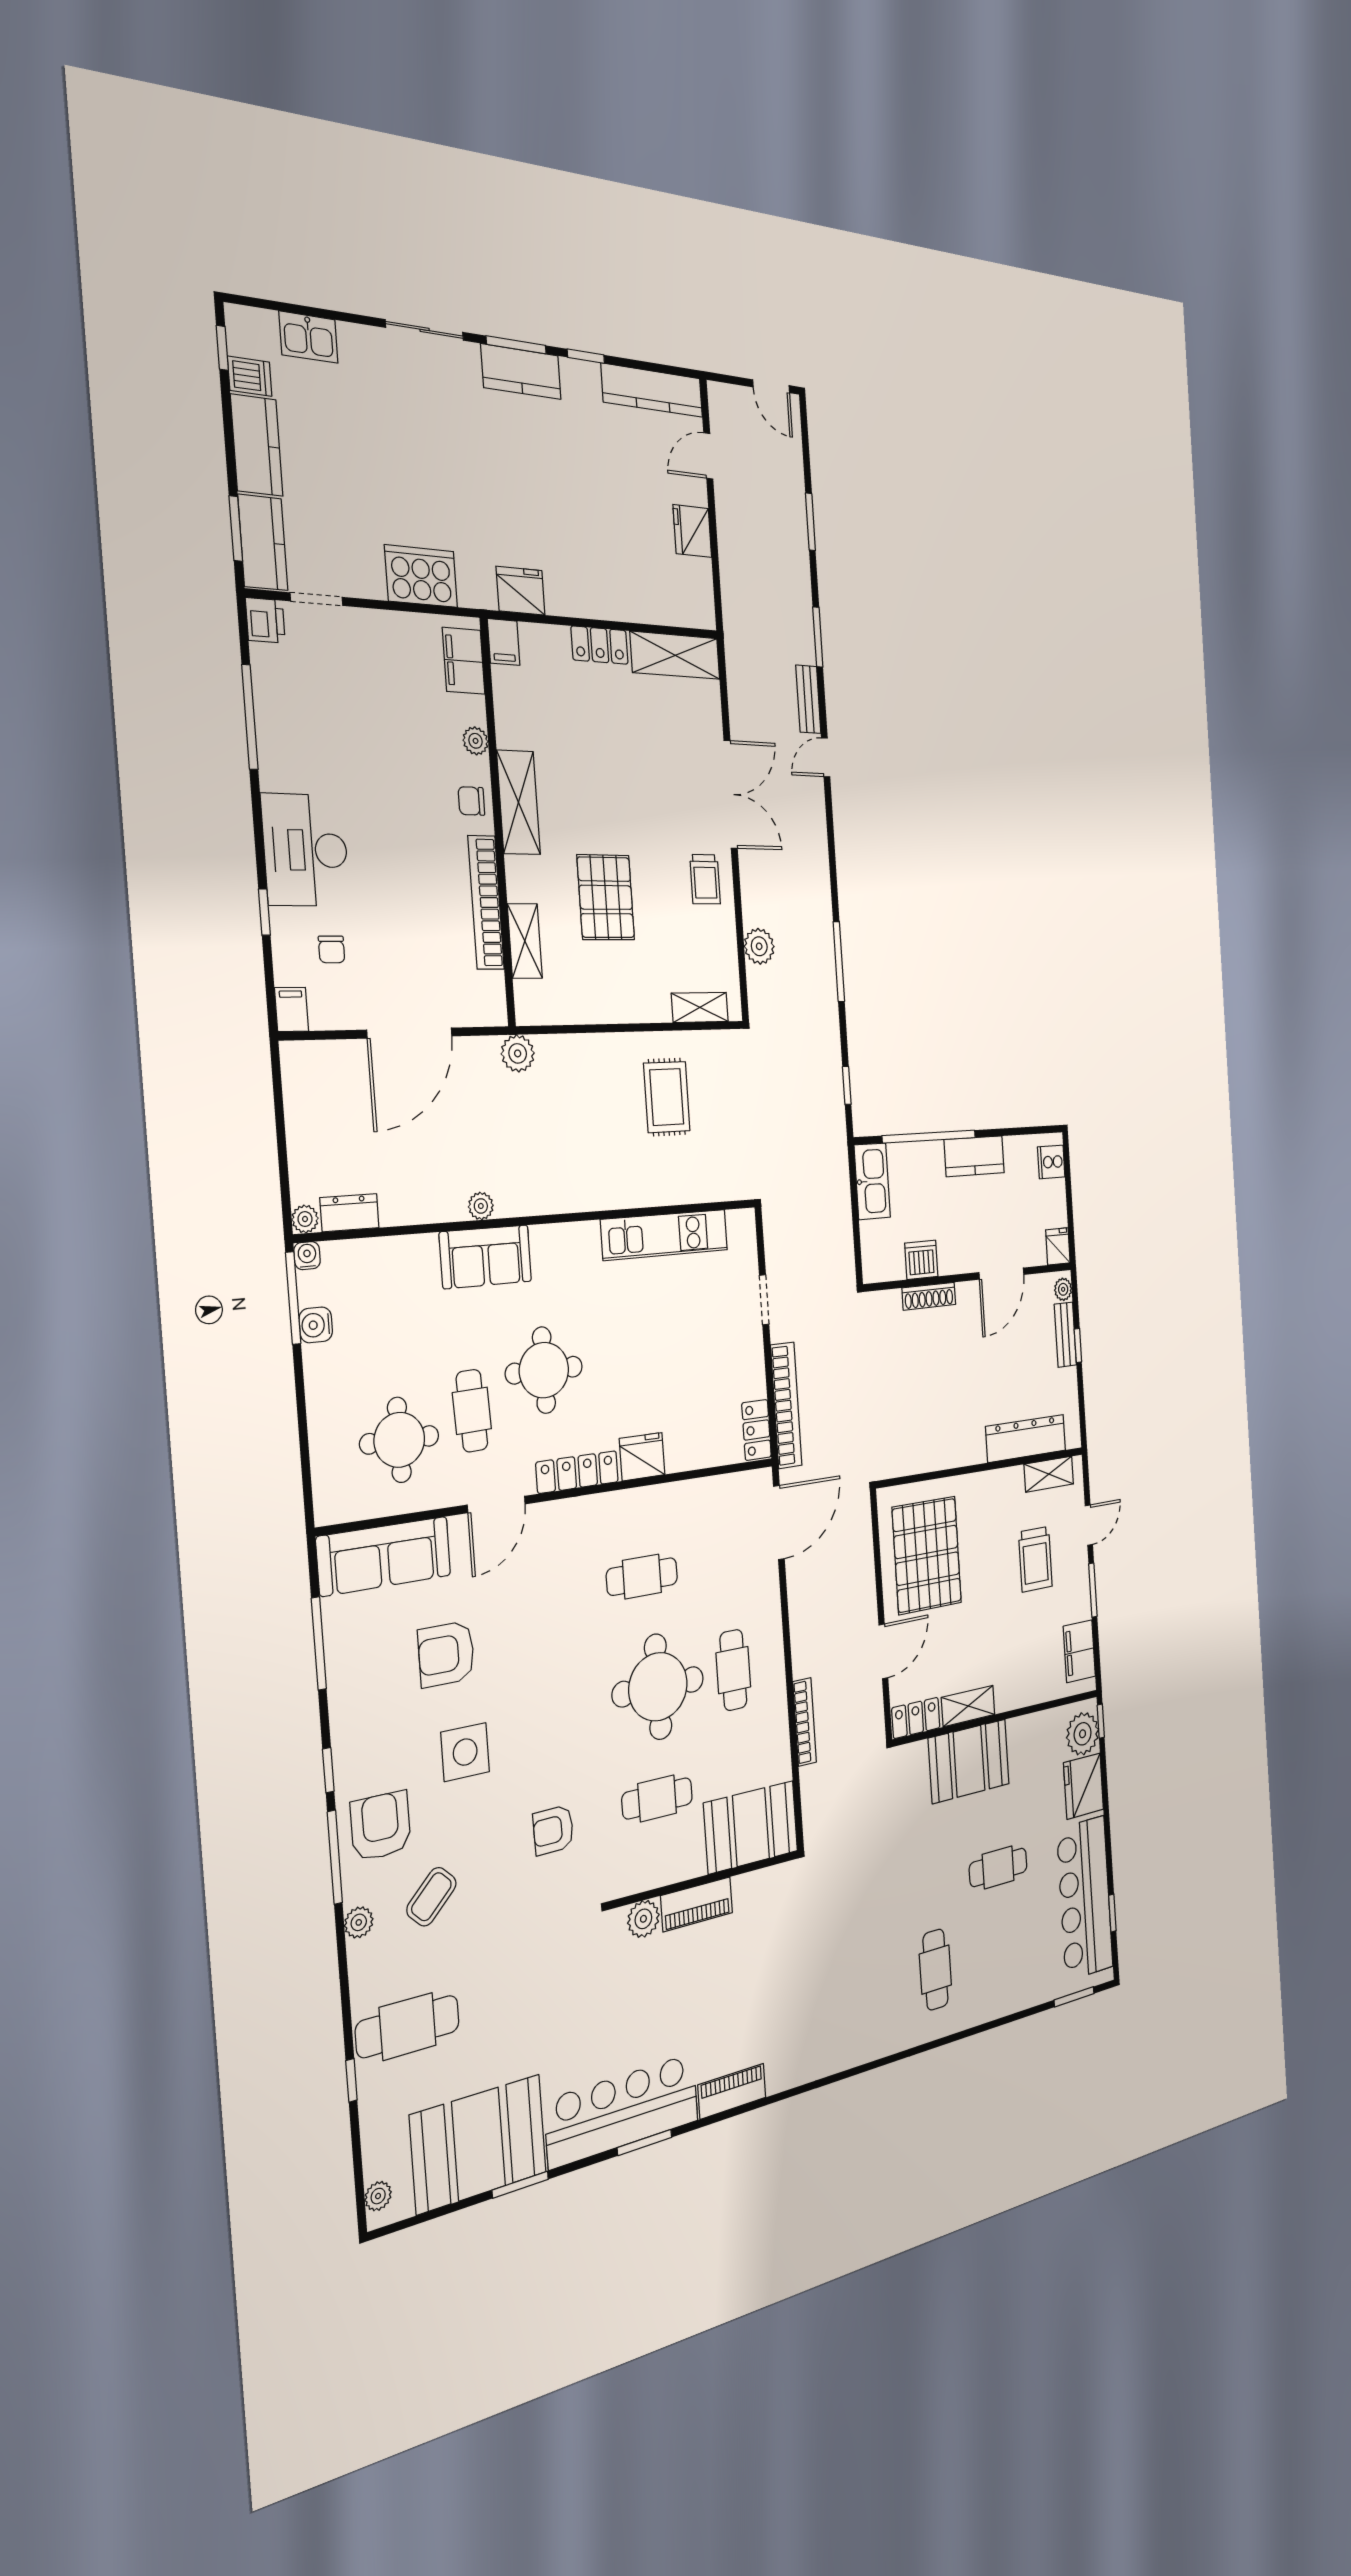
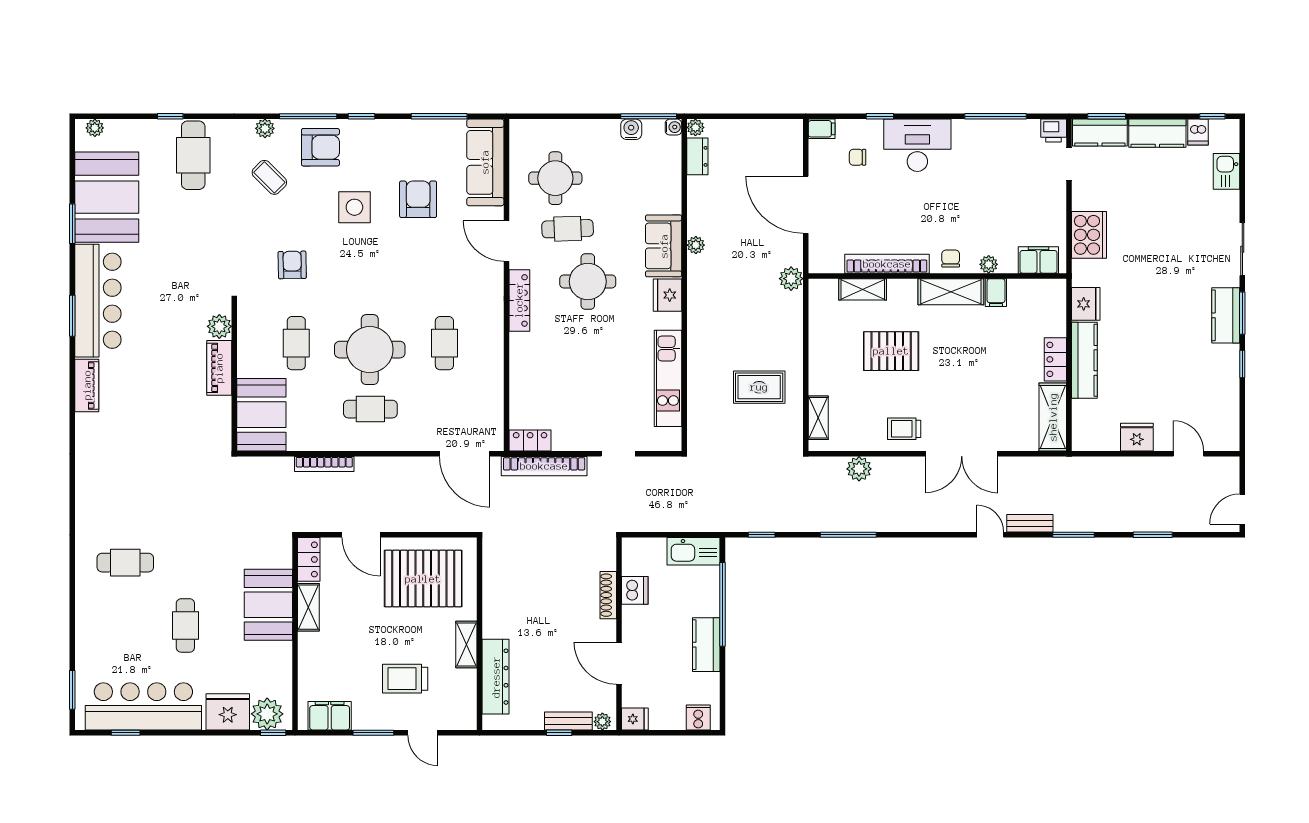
kitchen counter: (652, 390) -> (1084, 360), moved, turned 180
filing cabinet: (504, 642) -> (996, 293), moved, turned -90
fridge: (642, 1457) -> (667, 295), moved, turned 180
shelving: (1049, 1474) -> (466, 644), moved

